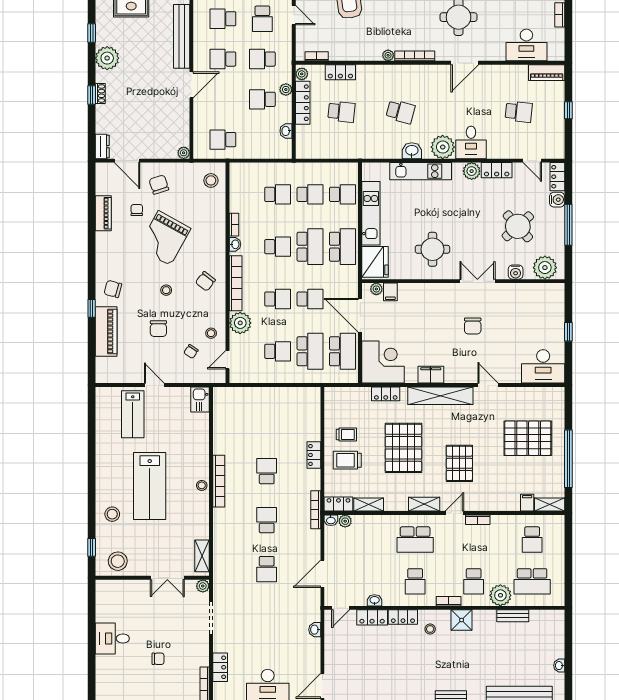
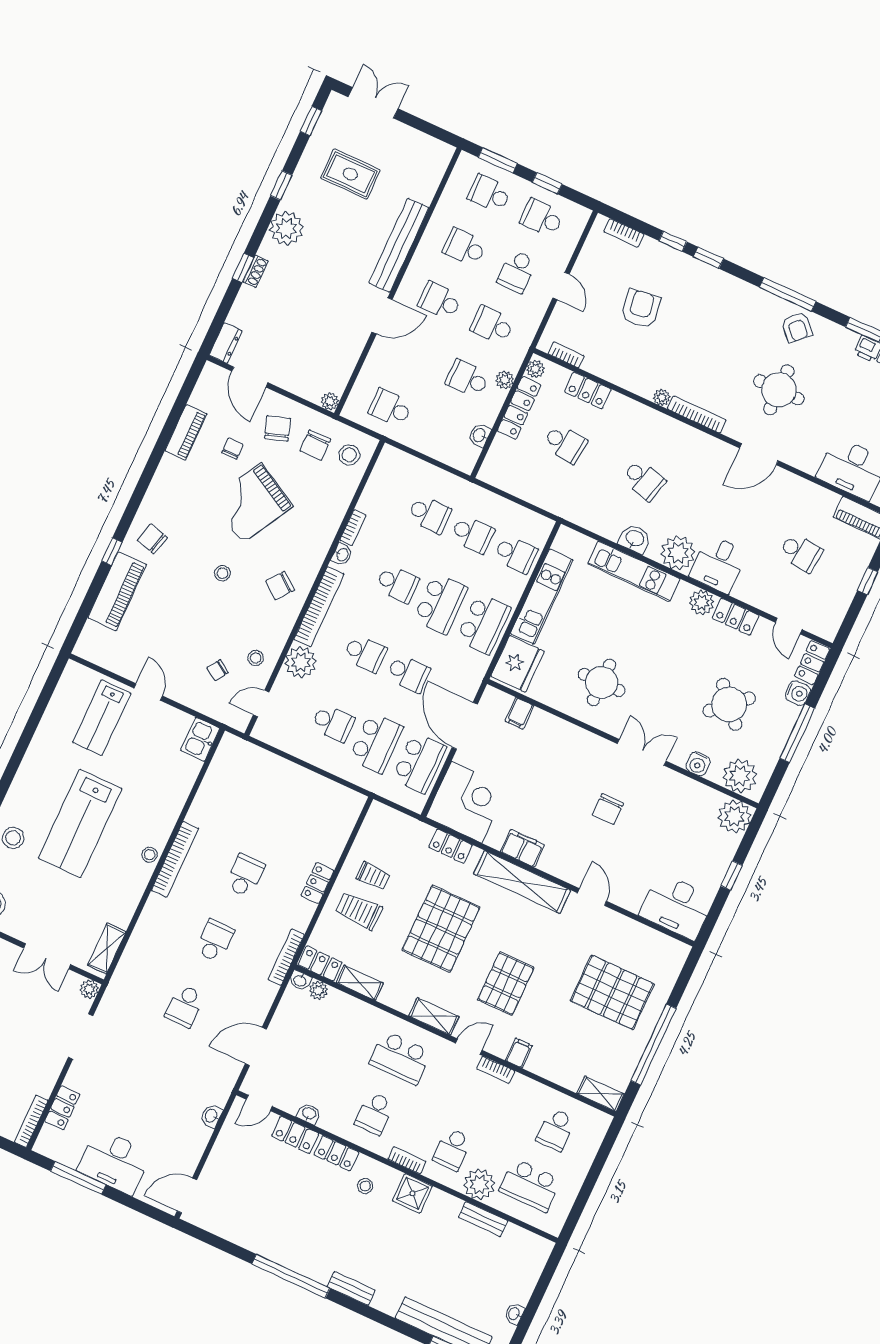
plant: (376, 289) -> (734, 816), moved, width x1.88, depth x1.88
chair: (158, 329) -> (315, 445), moved
filing cabinet: (527, 503) -> (519, 1053), moved

